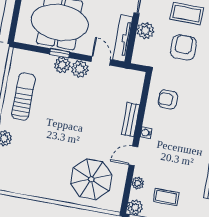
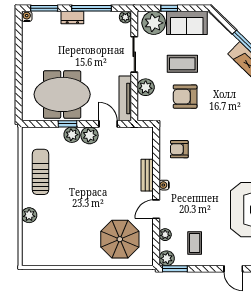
armchair: (183, 47) -> (185, 97), turned -90
coffee table: (166, 197) -> (195, 243), turned 90

